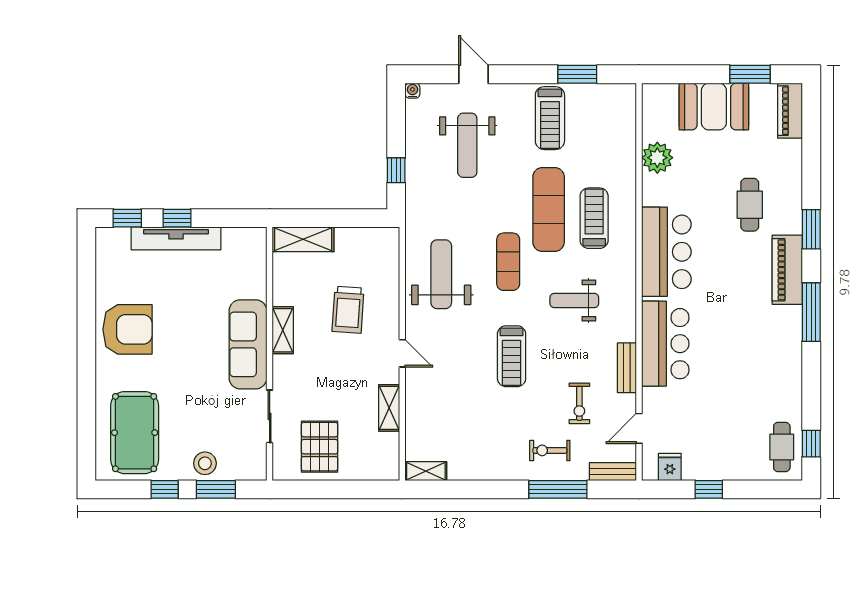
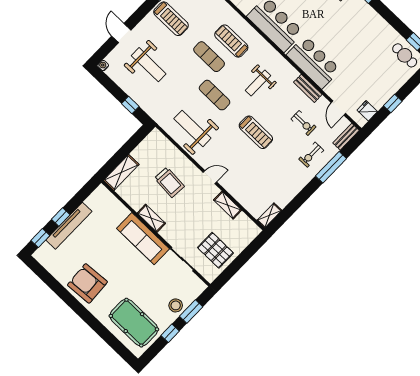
door: (473, 74) -> (121, 33), hinge flipped
exercise mat: (549, 209) -> (209, 57), width x0.73, depth x0.69
armchair: (127, 329) -> (87, 283), turned -94

